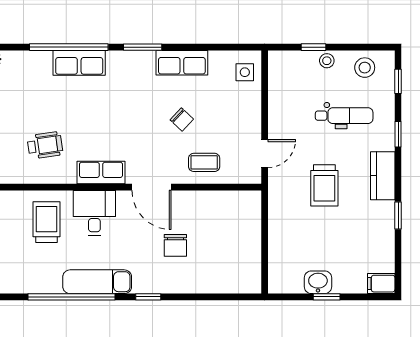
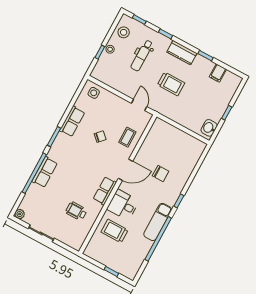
dental chair: (344, 116) -> (142, 55), turned 180
wheelchair: (45, 145) -> (76, 211), turned -82
washbasin: (318, 282) -> (209, 128), moved
filing cabinet: (381, 284) -> (218, 73), moved

